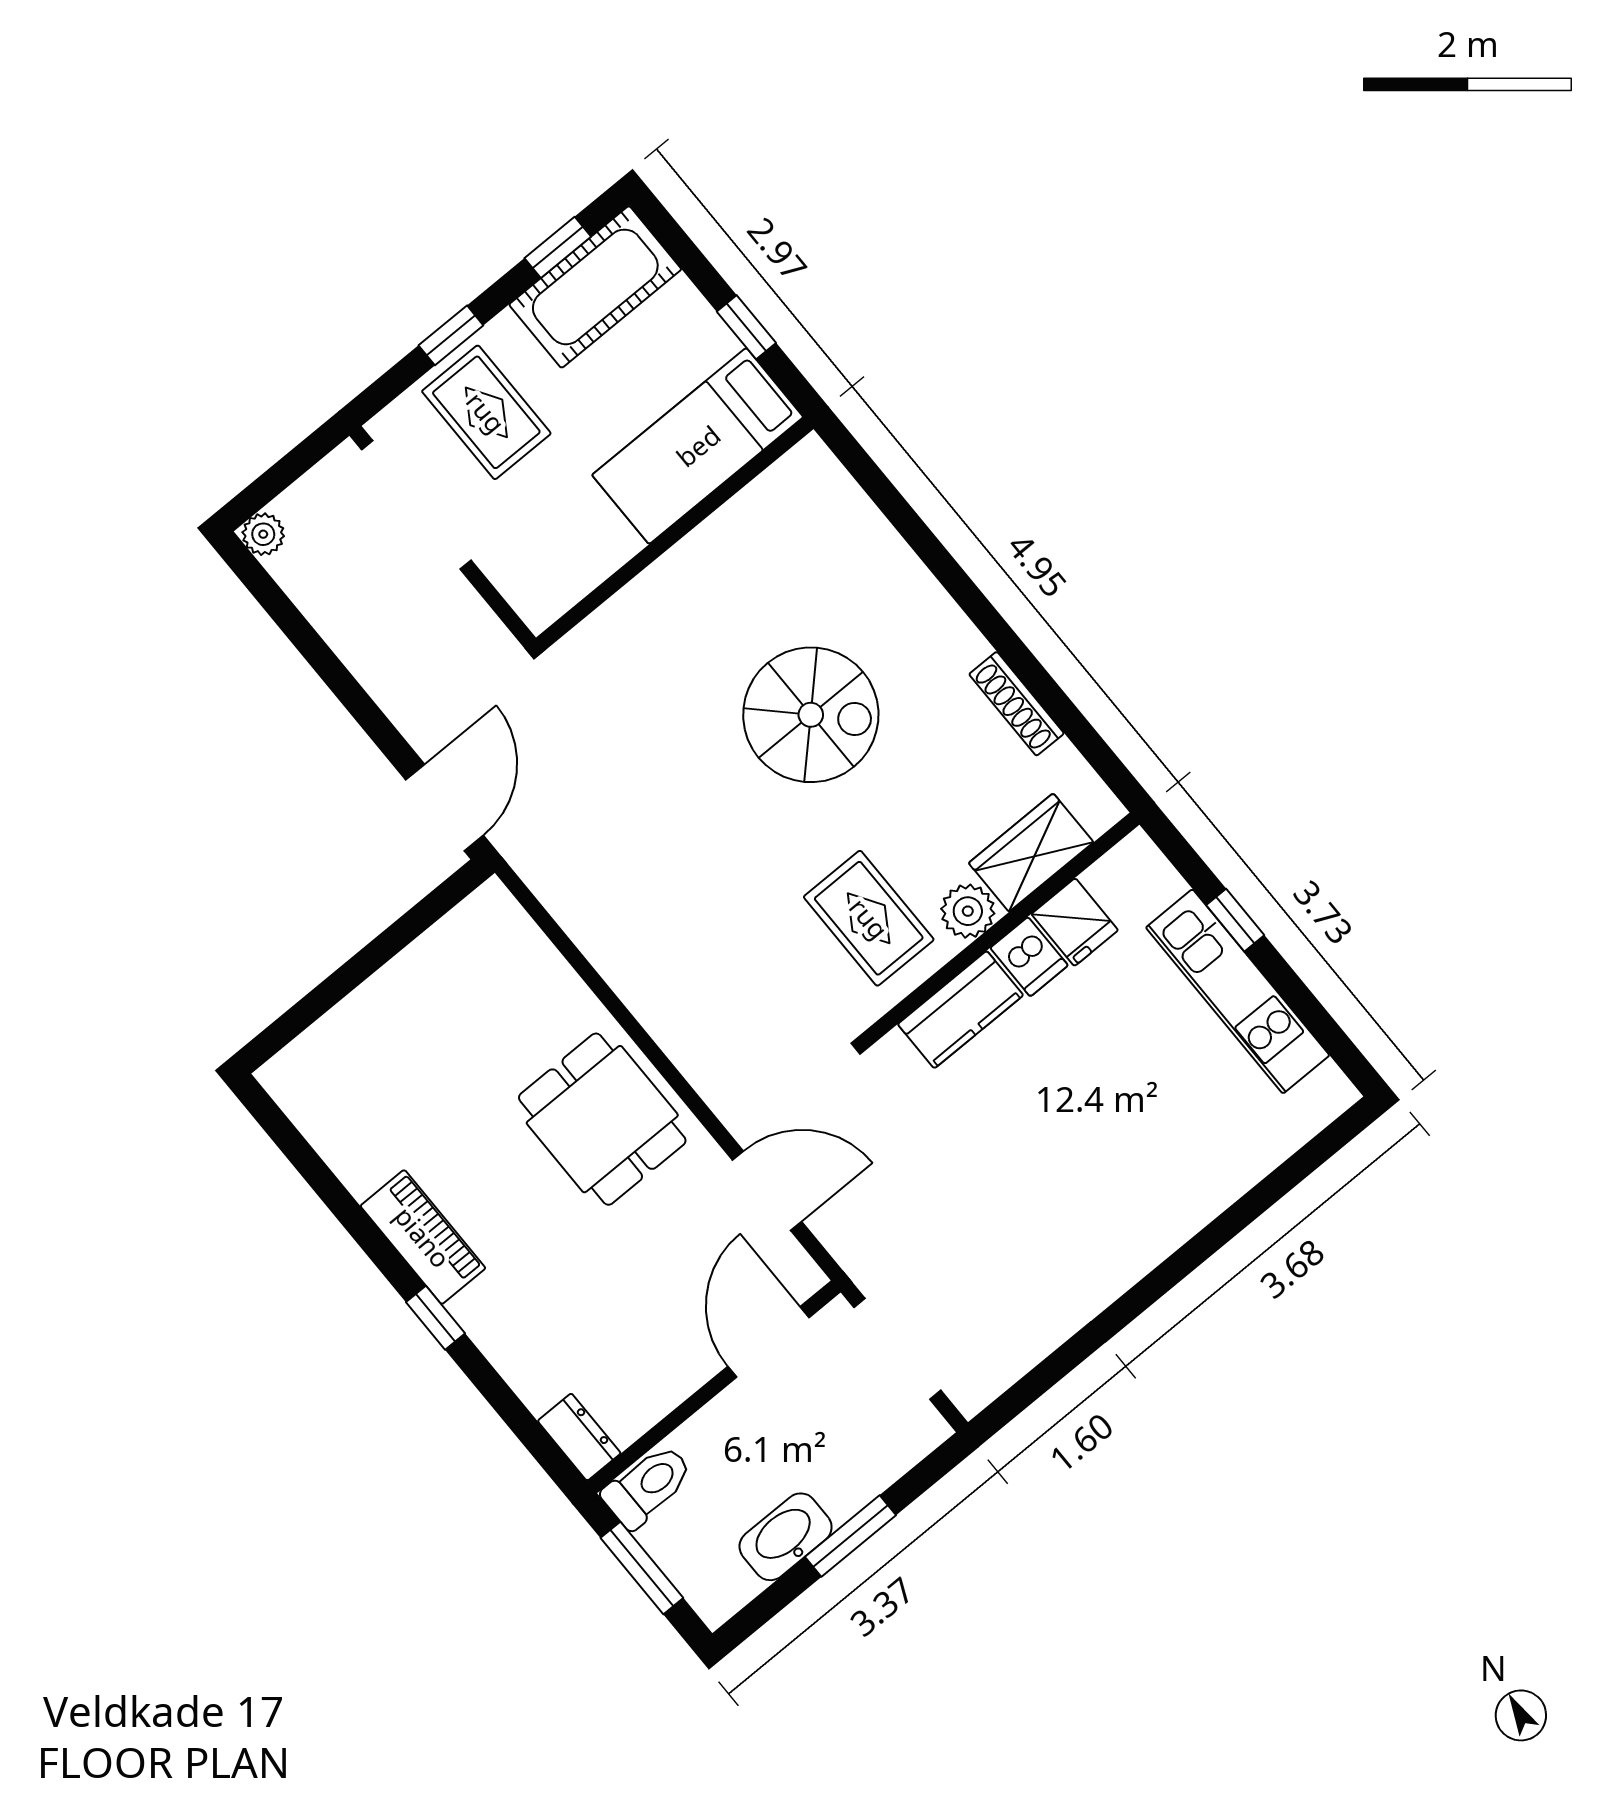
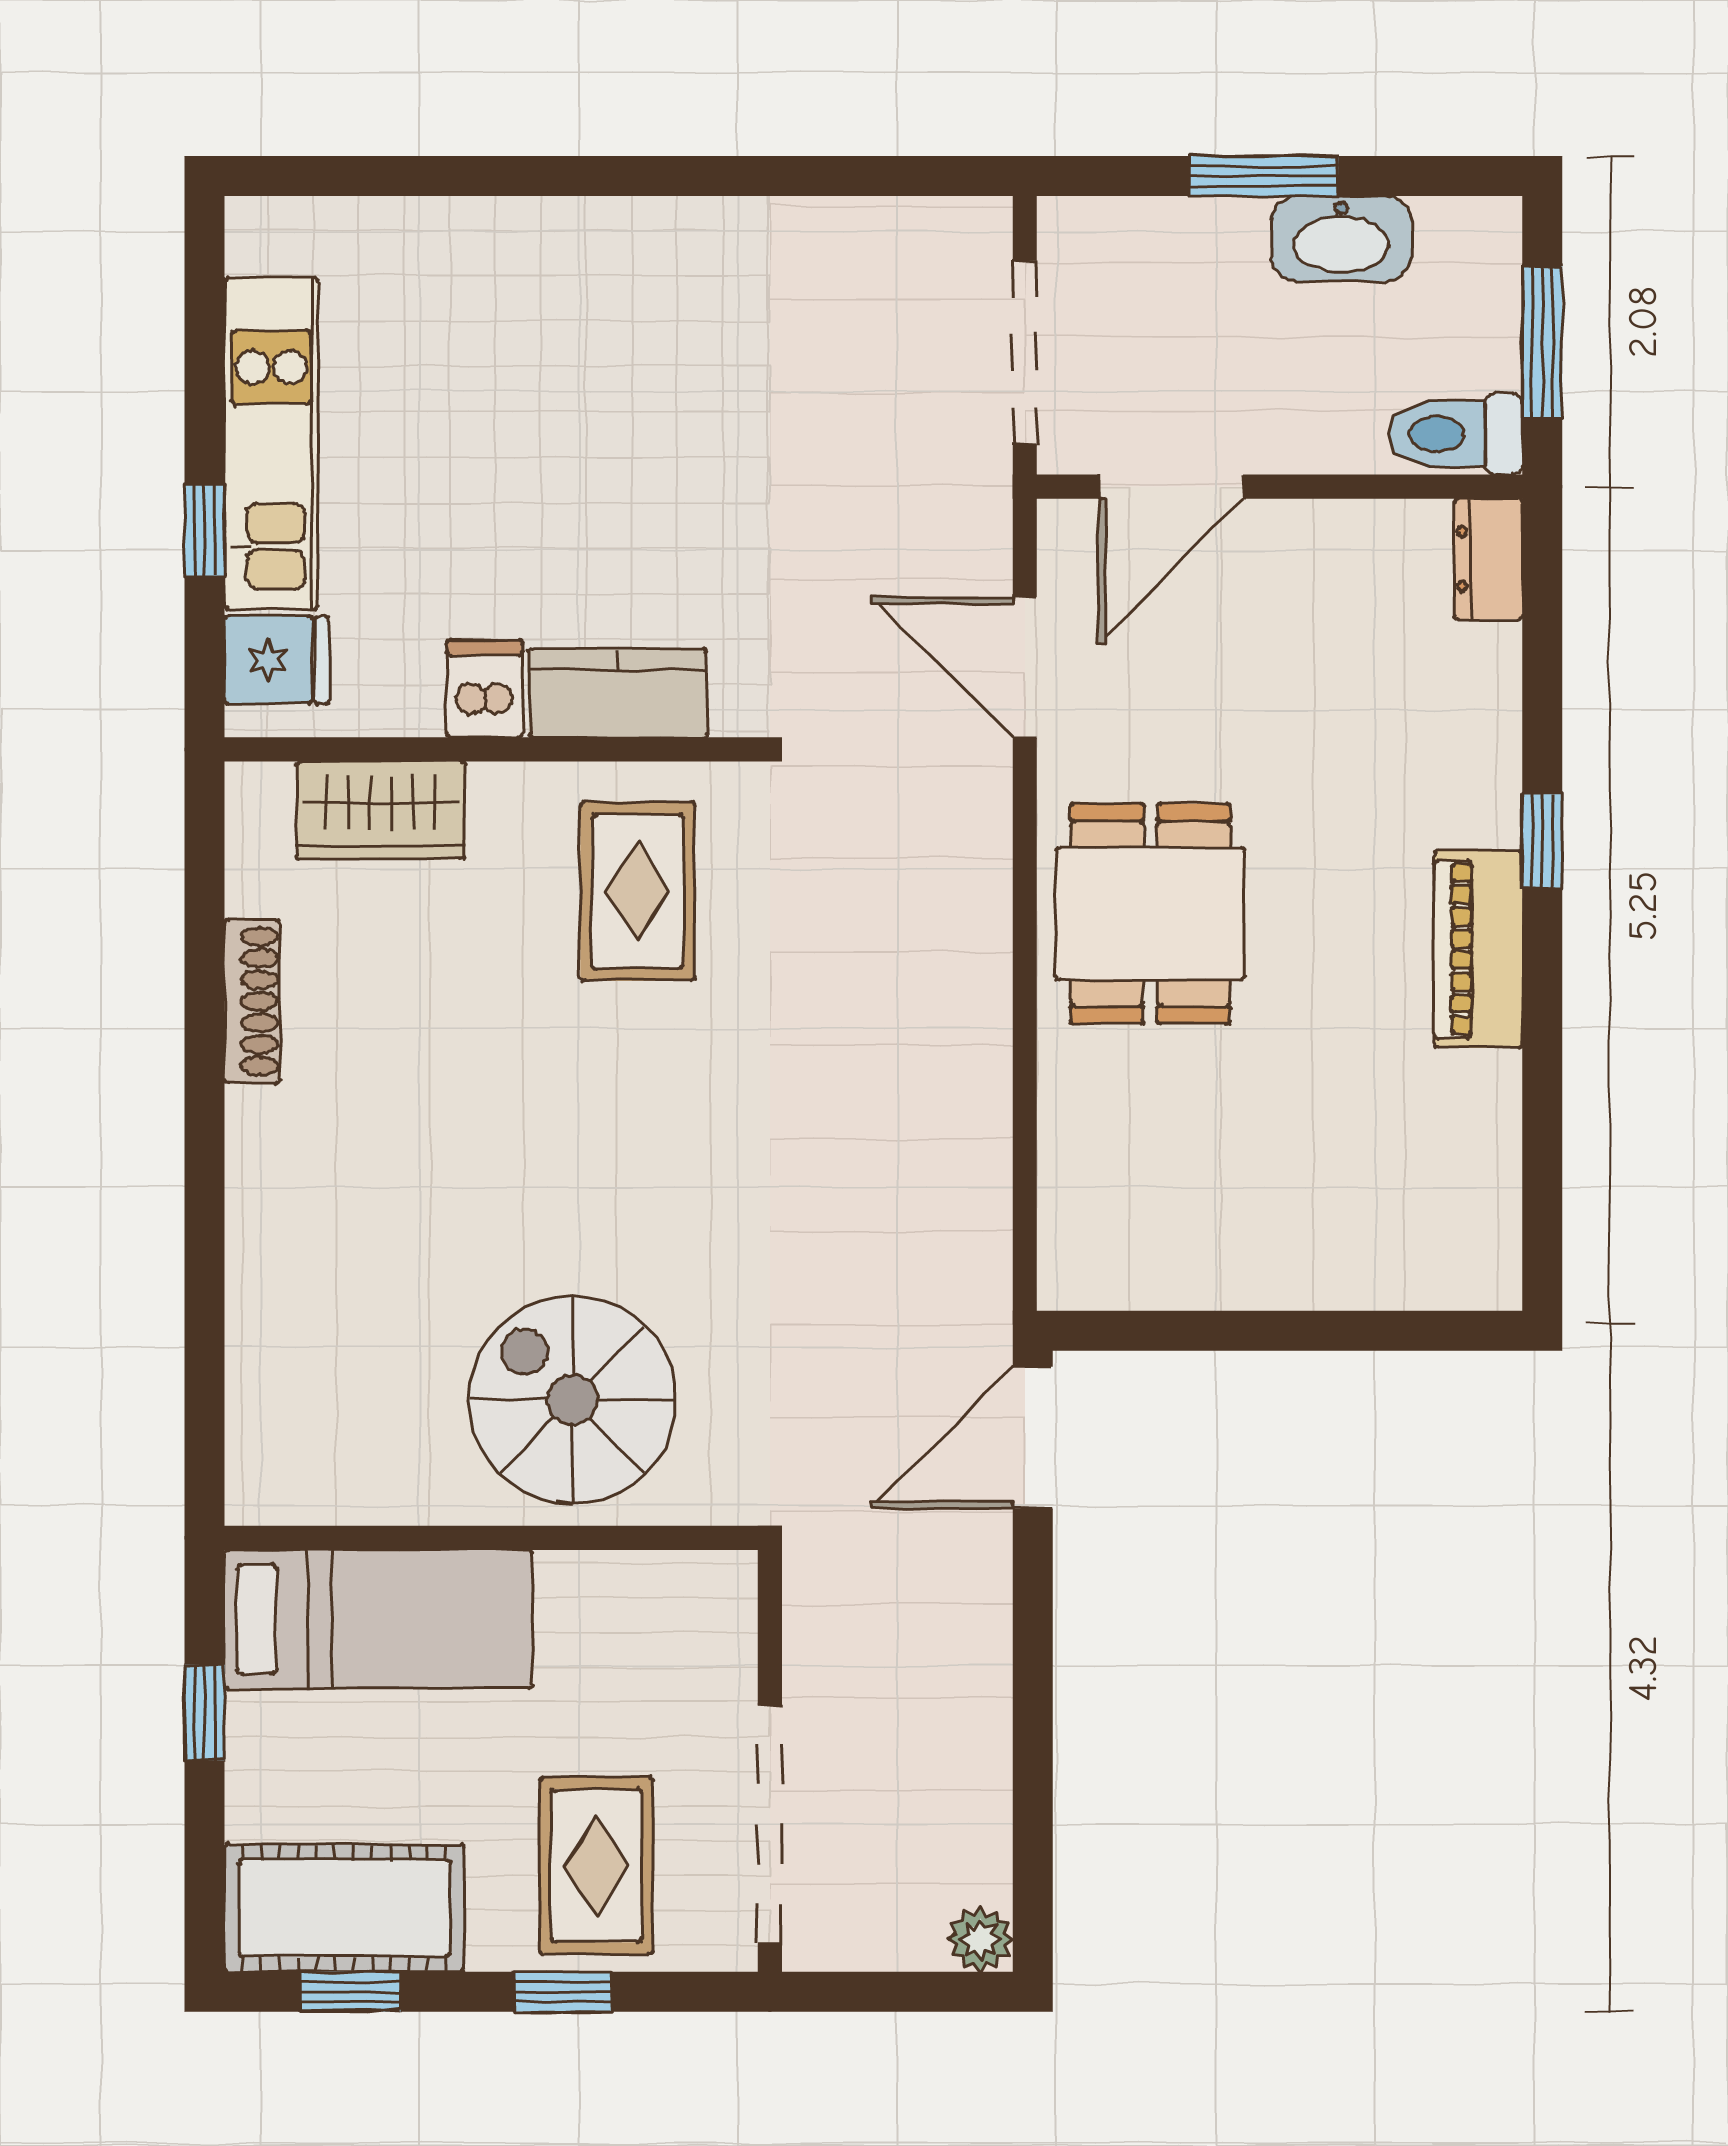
spiral stairs: (811, 715) -> (572, 1400), moved
plant: (968, 911) -> (513, 803), removed
fridge: (1075, 922) -> (277, 660), moved, turned 90

